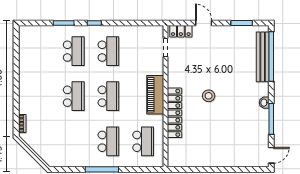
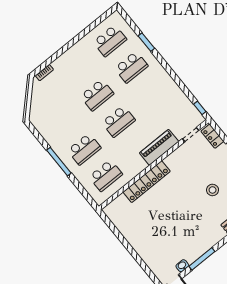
window: (94, 23) -> (200, 108), moved
school desk: (108, 51) -> (110, 41), moved
piano: (155, 95) -> (159, 147), moved
stool: (209, 96) -> (213, 190), moved
washbasin: (264, 103) -> (182, 266), moved

